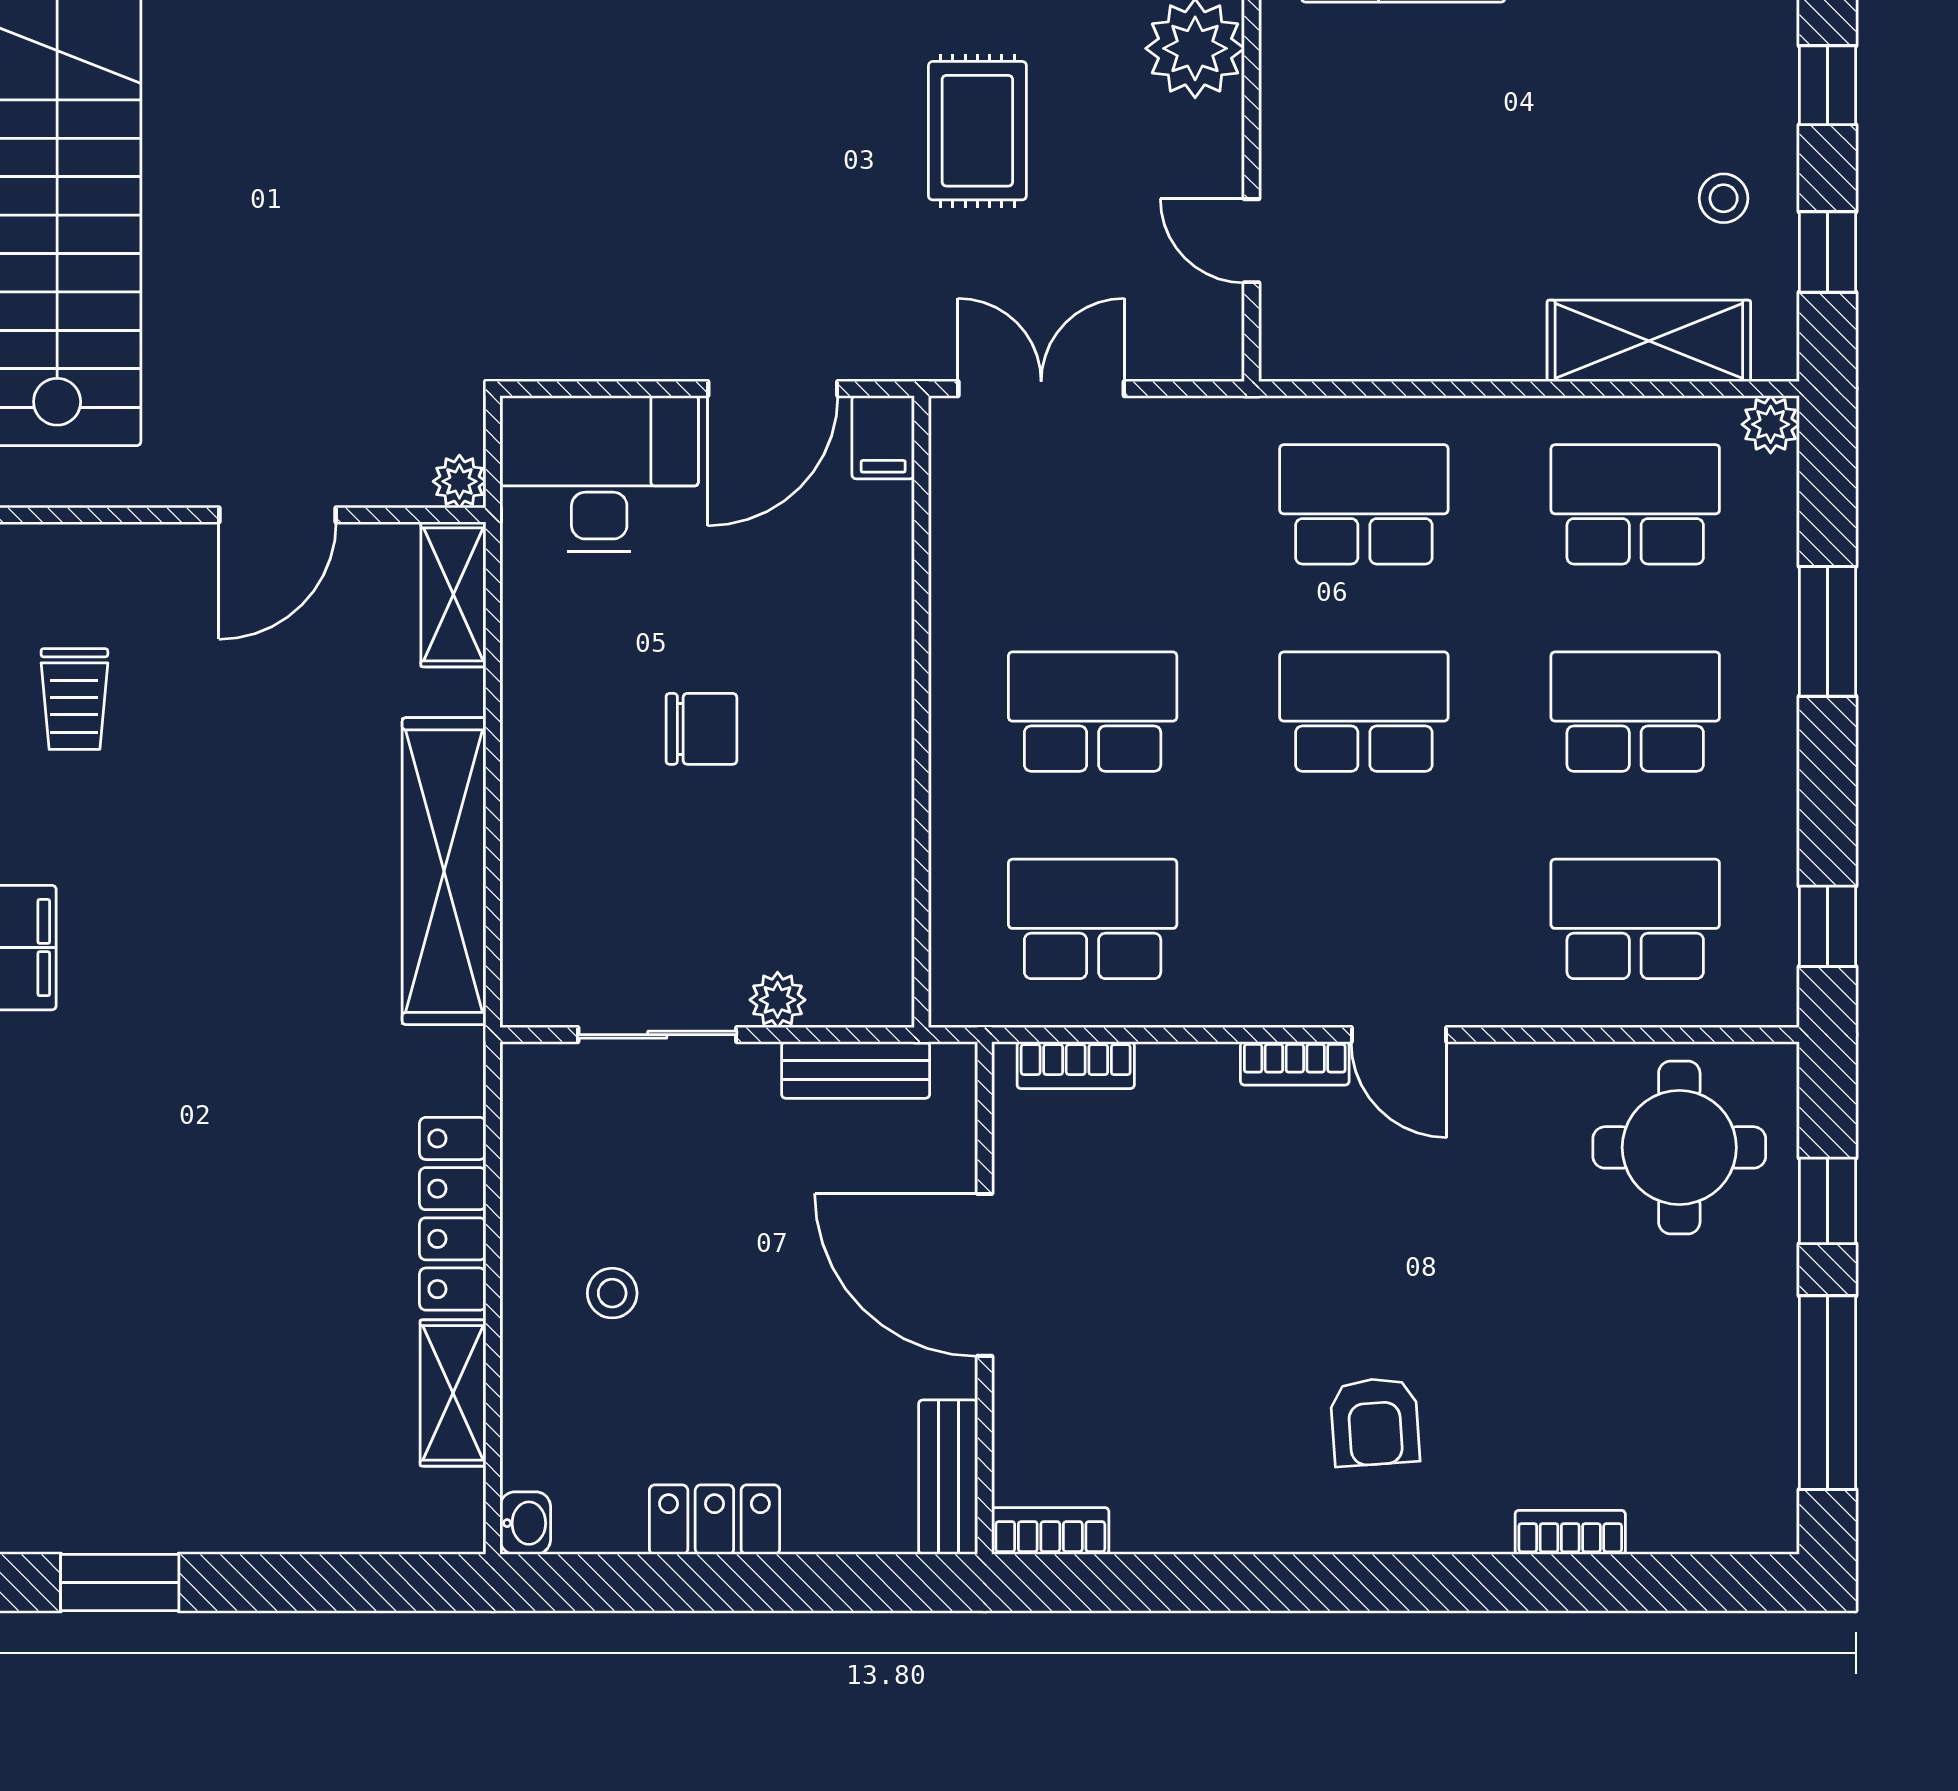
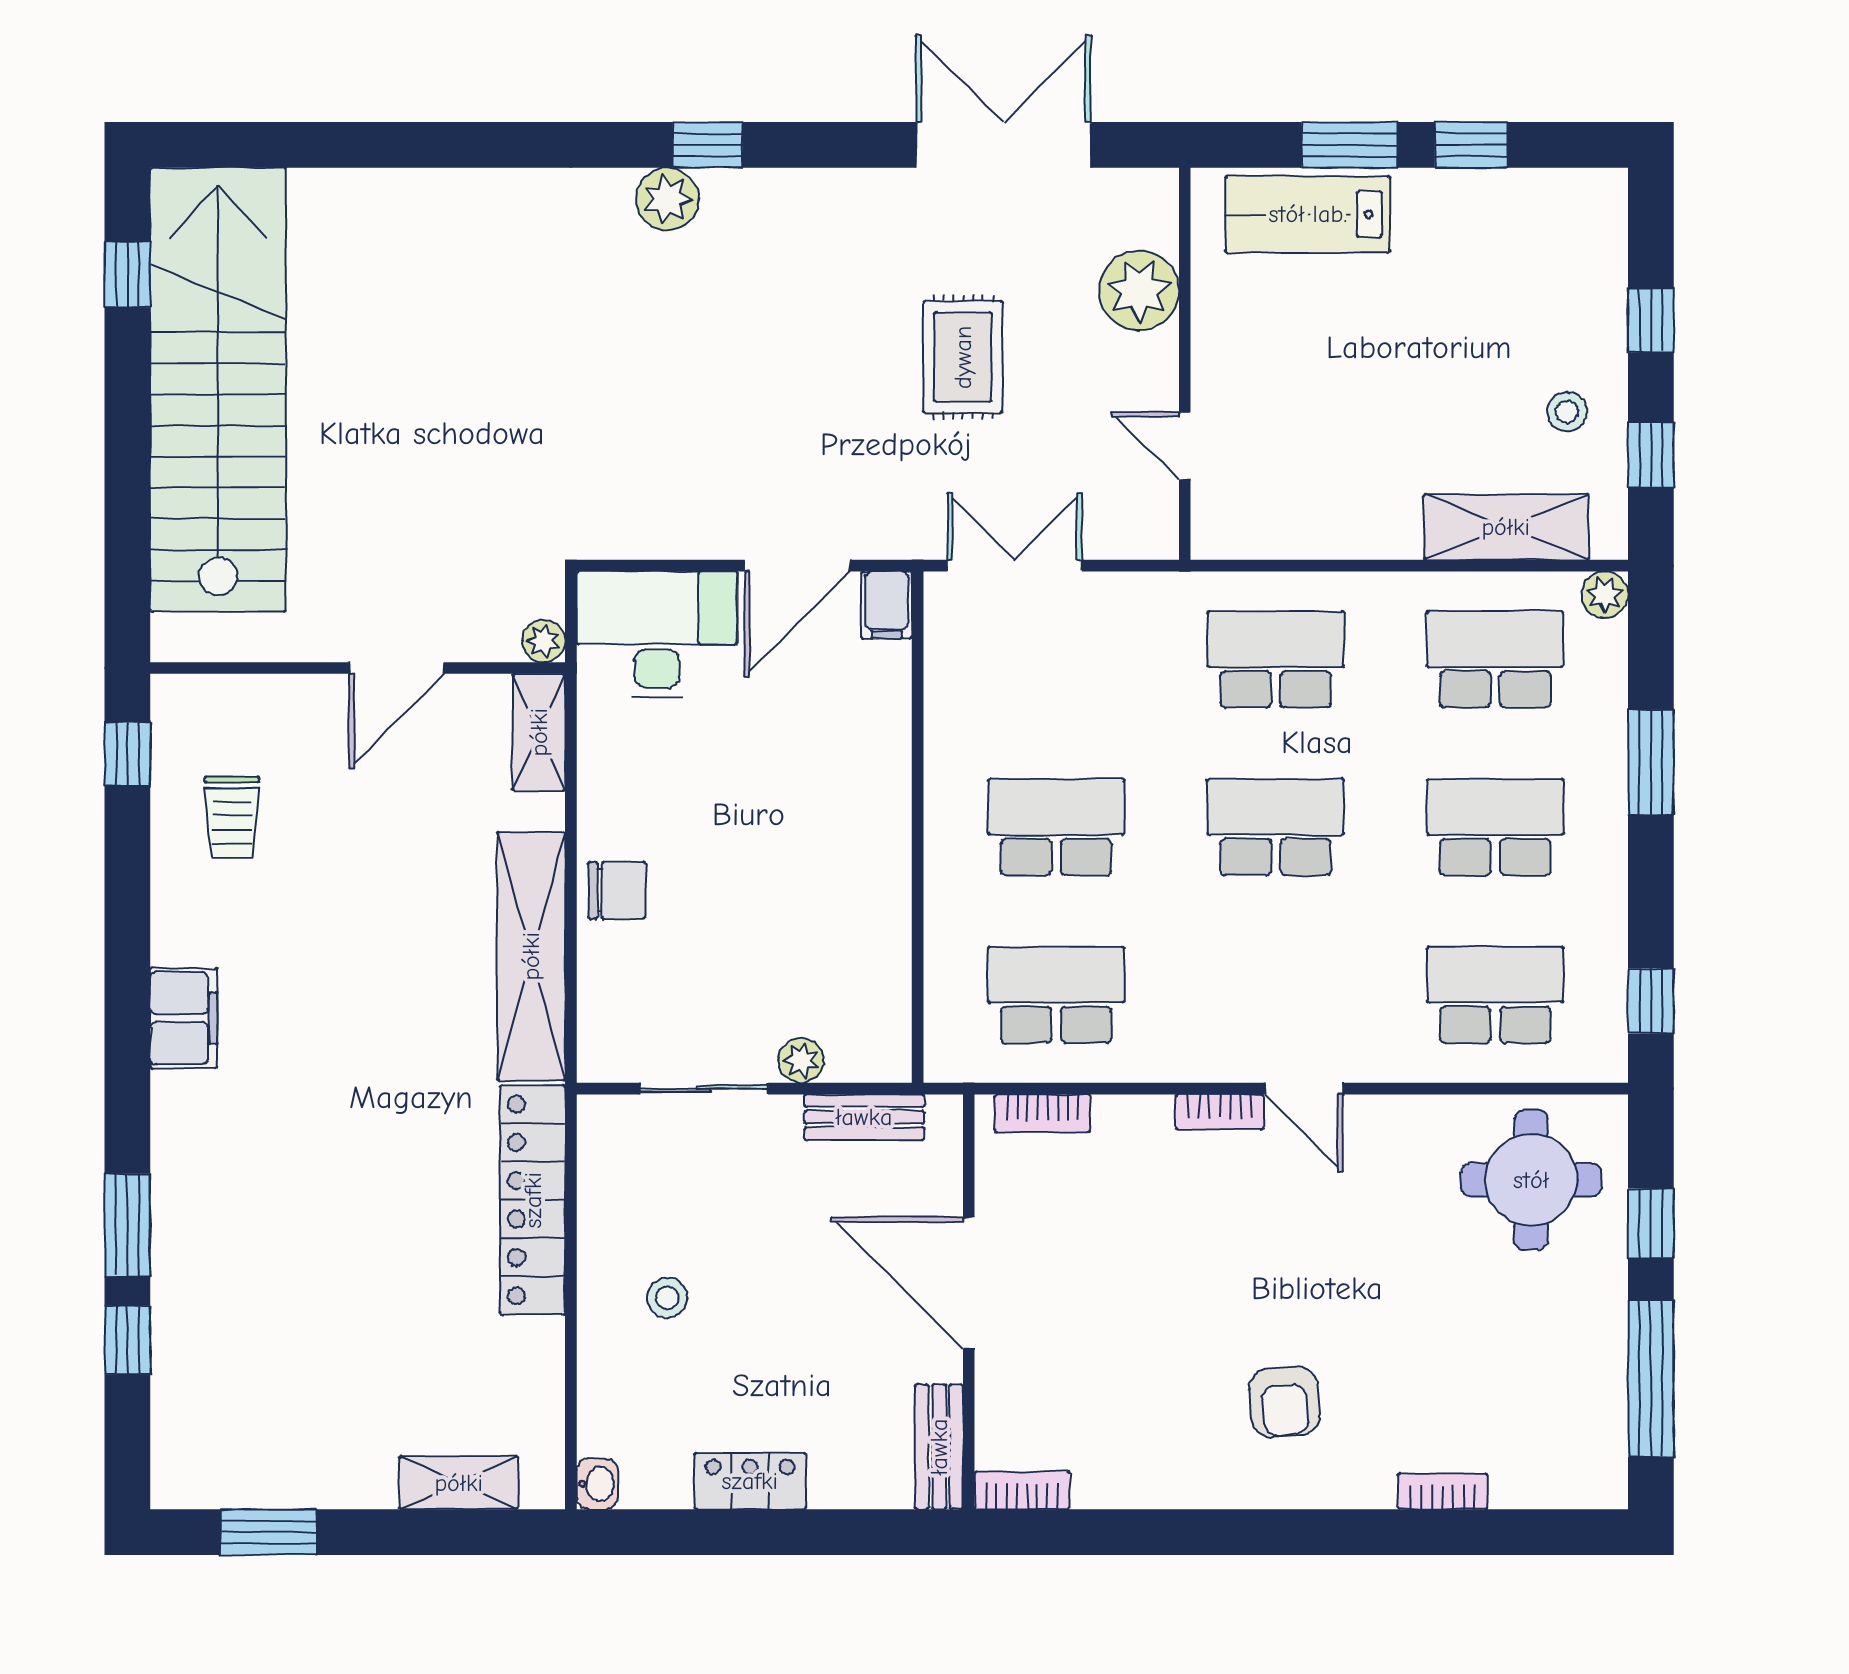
chair: (701, 729) -> (617, 890), moved
locker: (453, 1214) -> (533, 1200), width x1.41, depth x1.21
shelving: (453, 1393) -> (459, 1483), moved, turned 90

